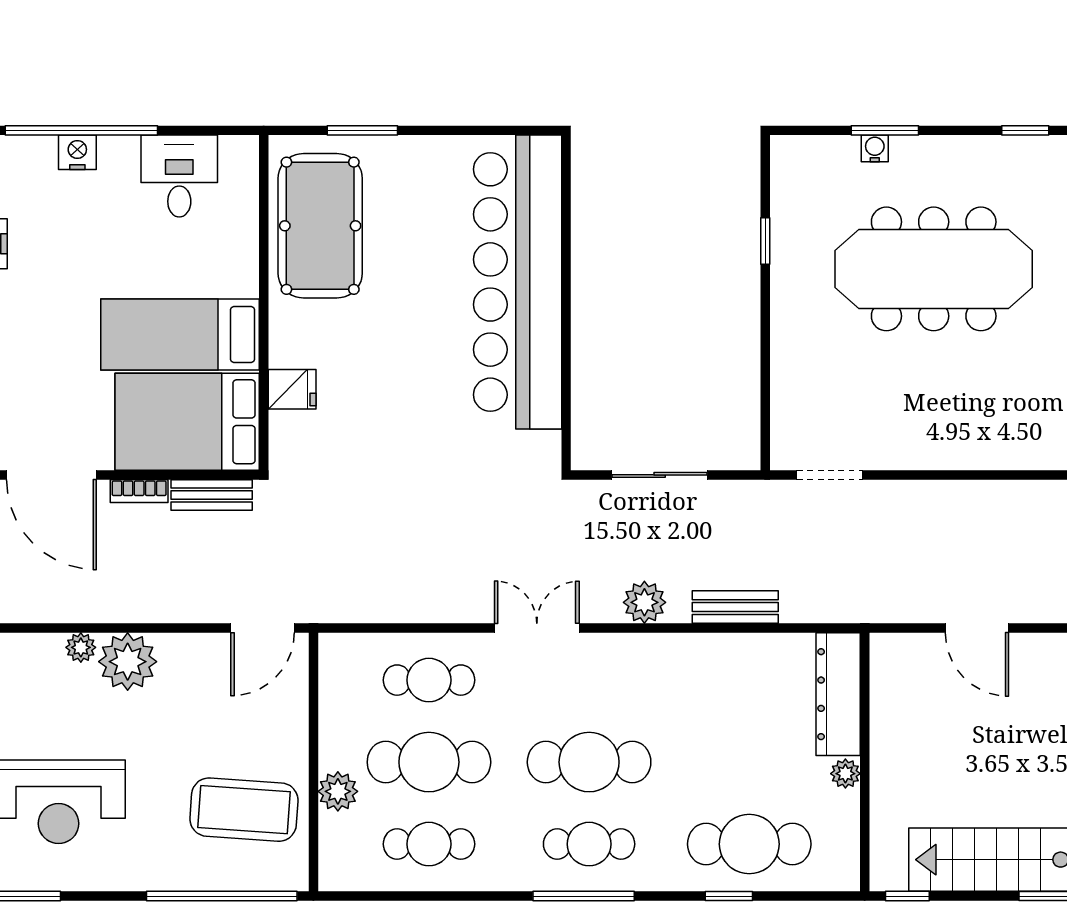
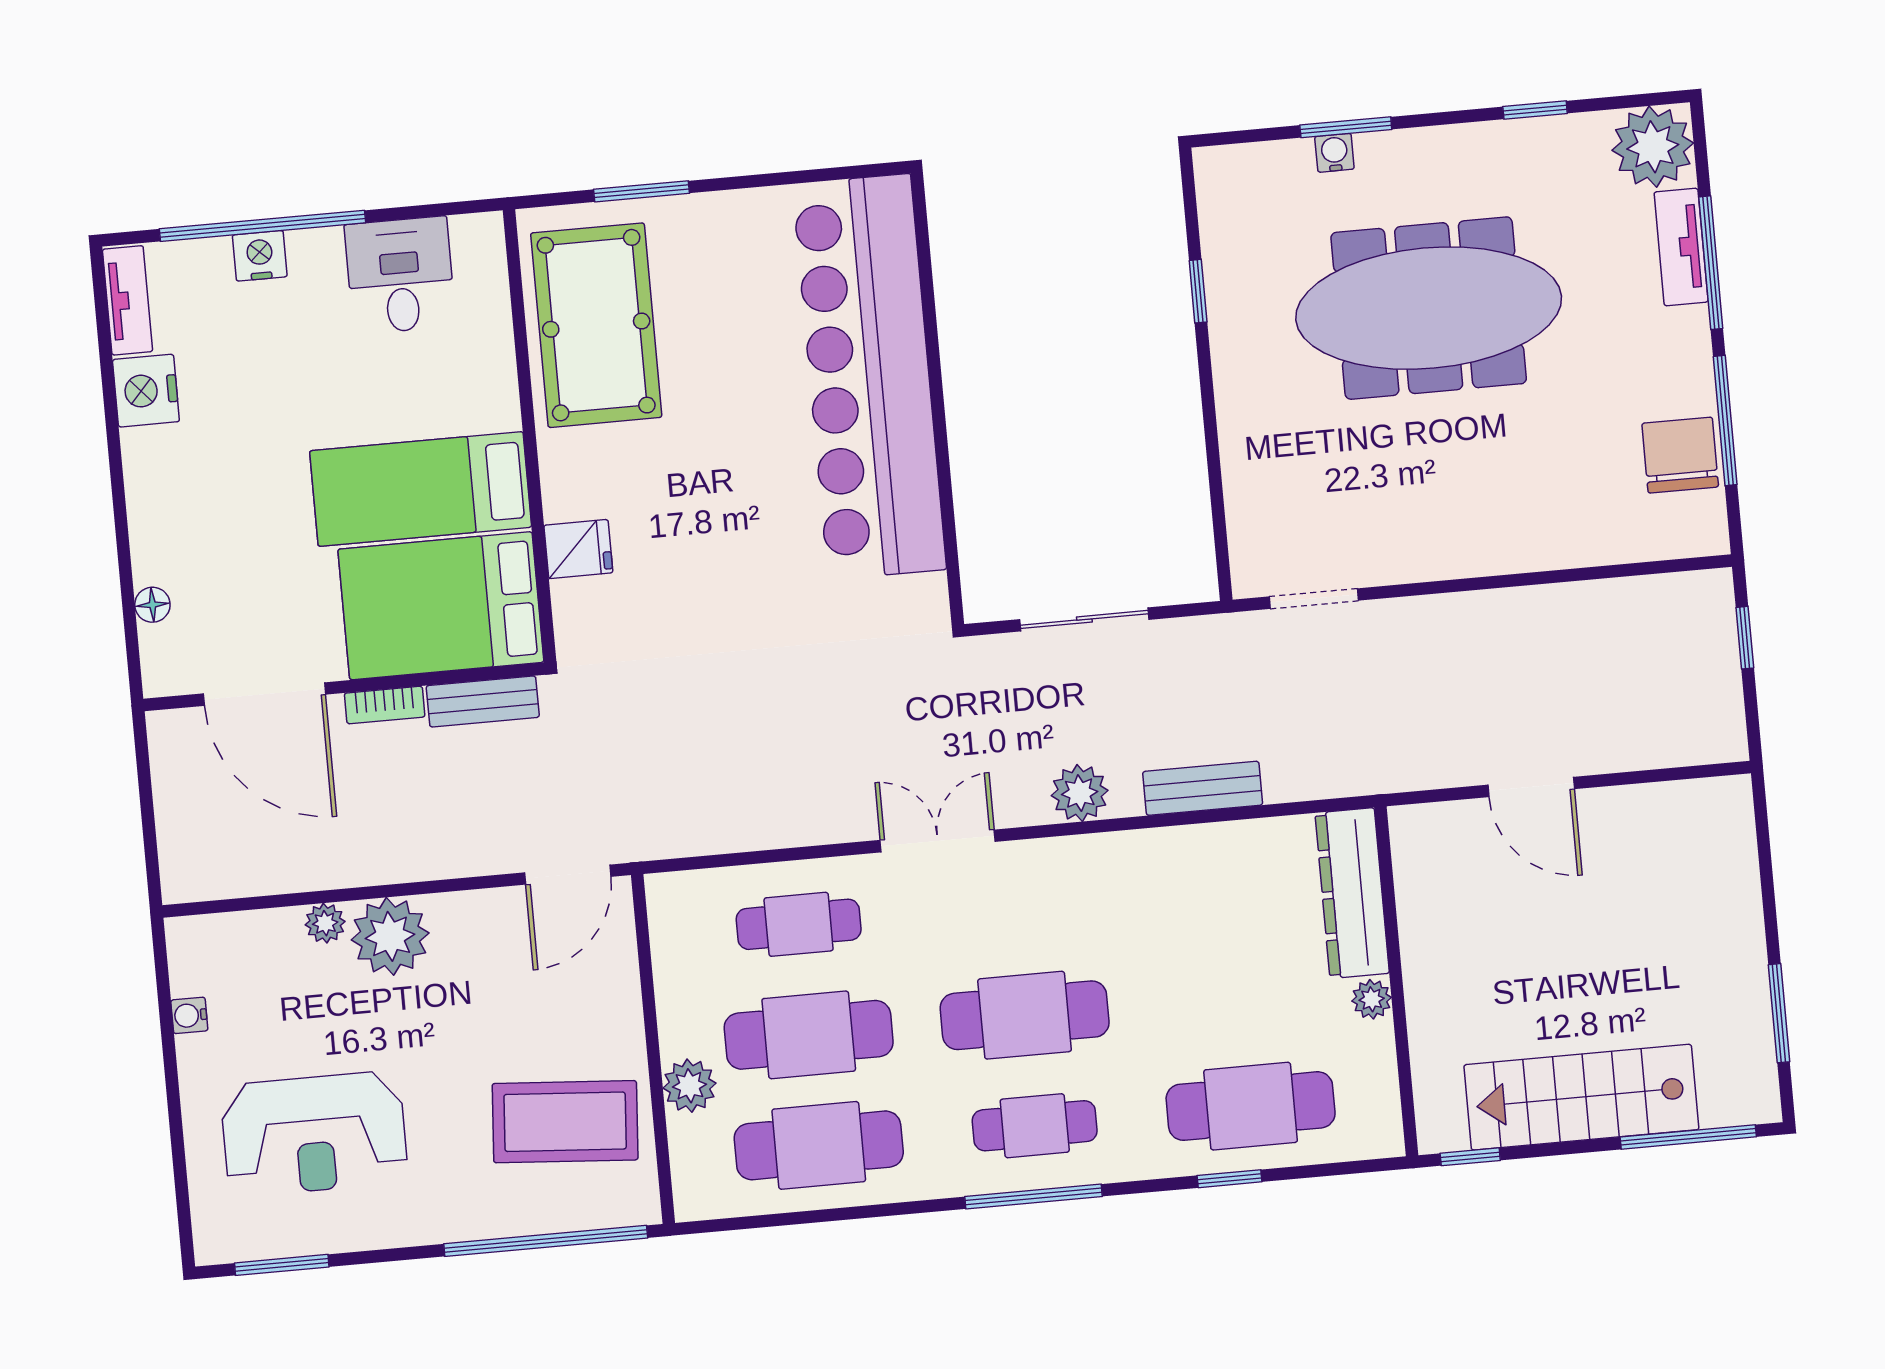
cafe table: (429, 844) -> (819, 1145), width x1.37, depth x1.35

